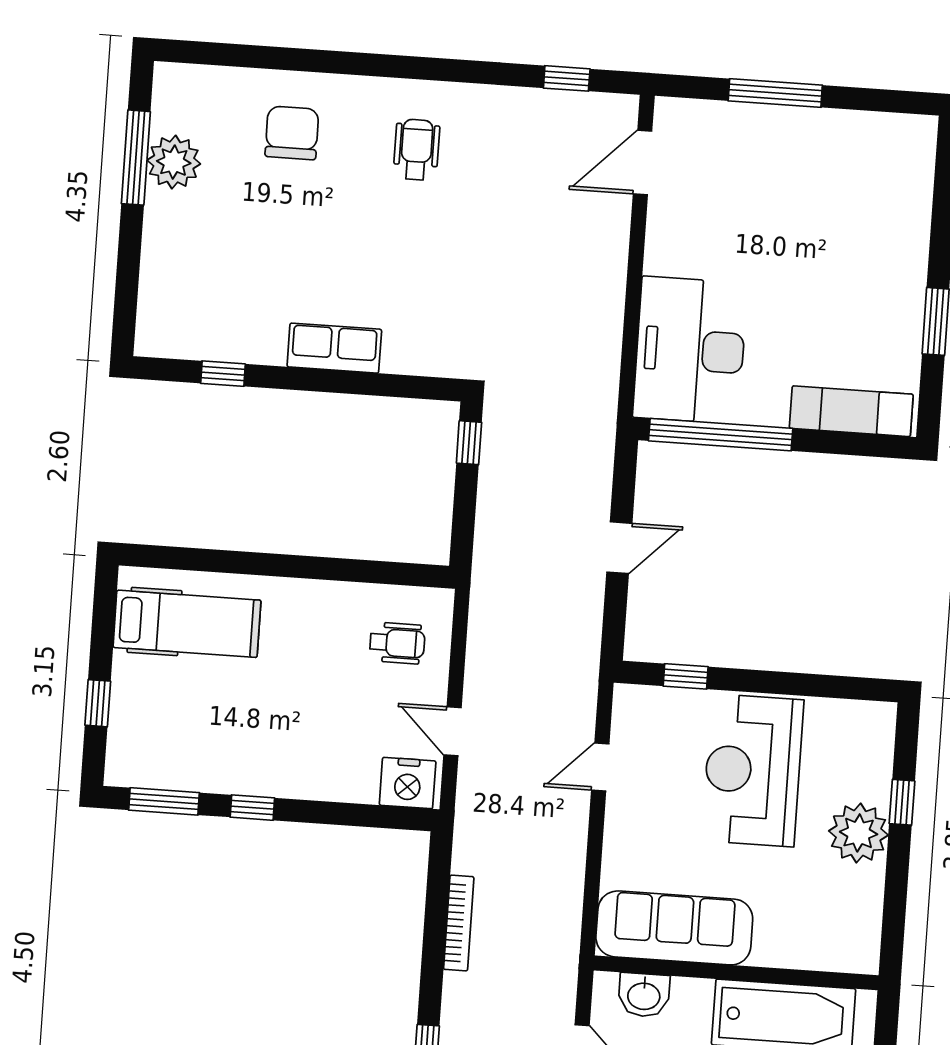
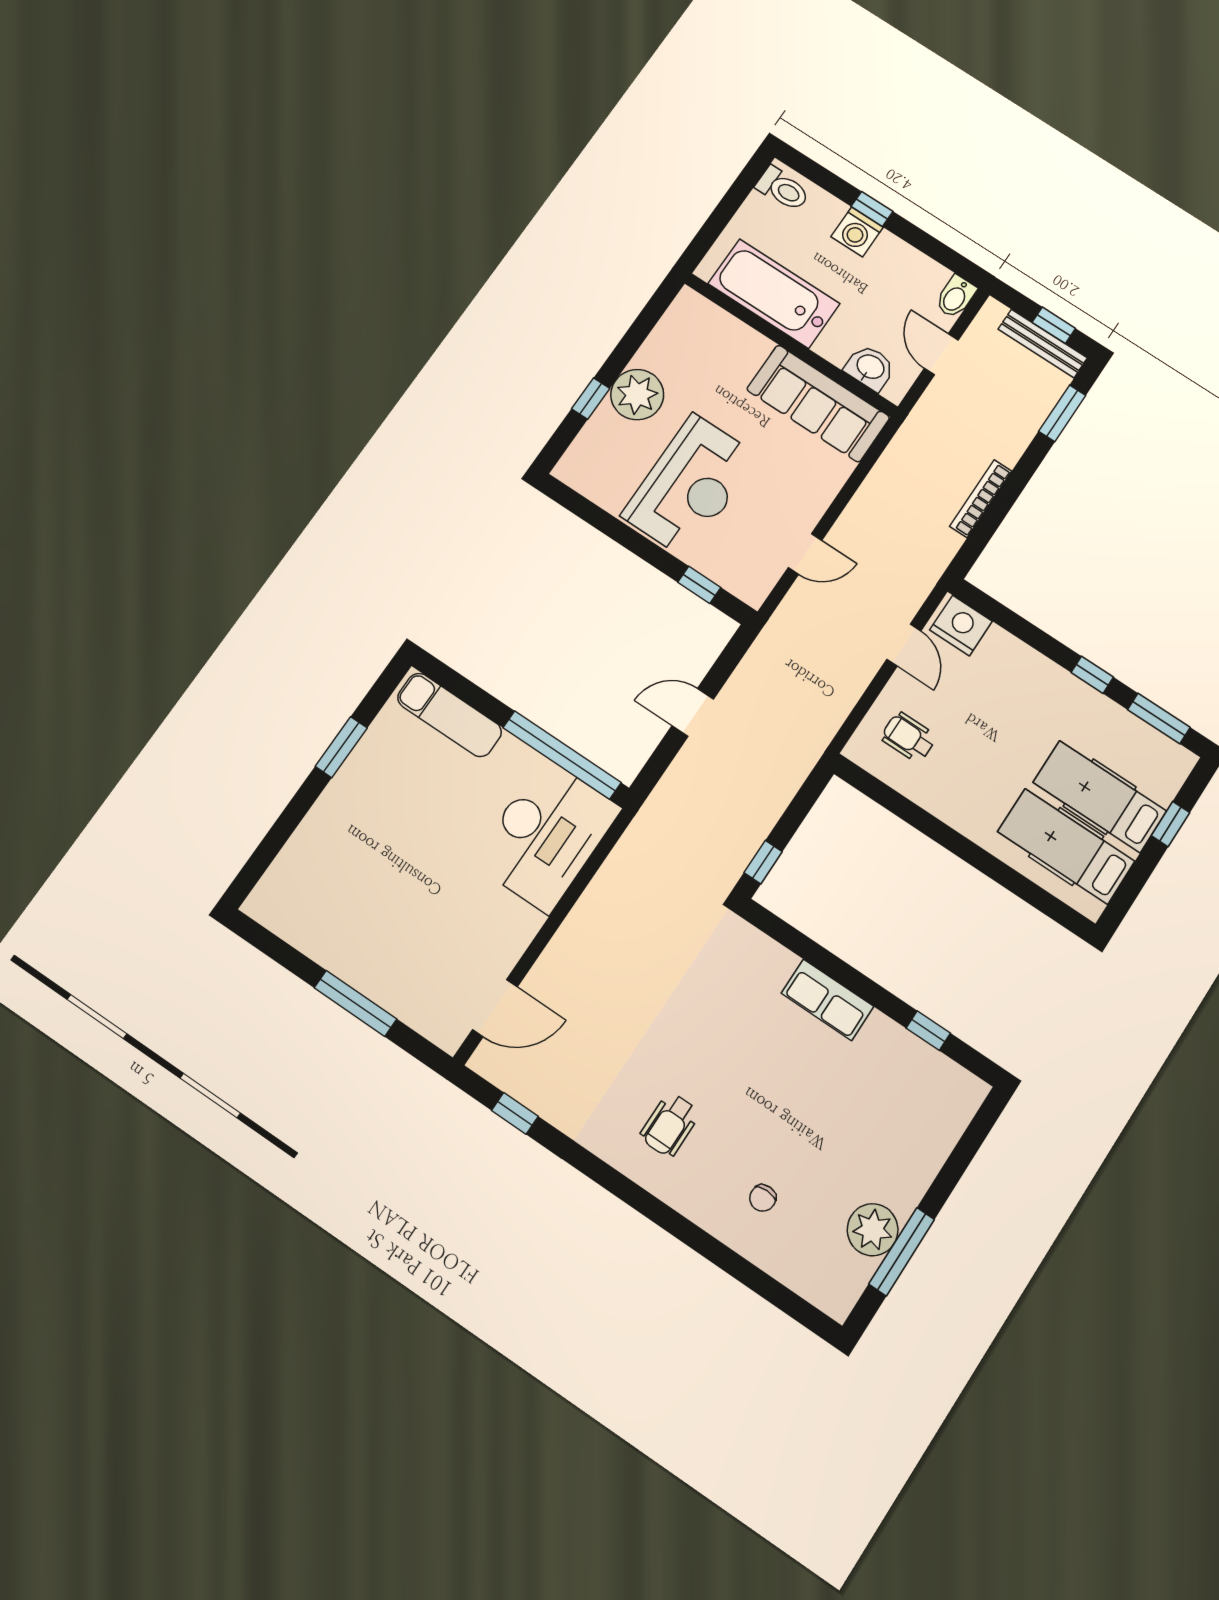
chair: (292, 133) -> (763, 1198), width x0.54, depth x0.54
hospital bed: (180, 691) -> (1100, 797), added

